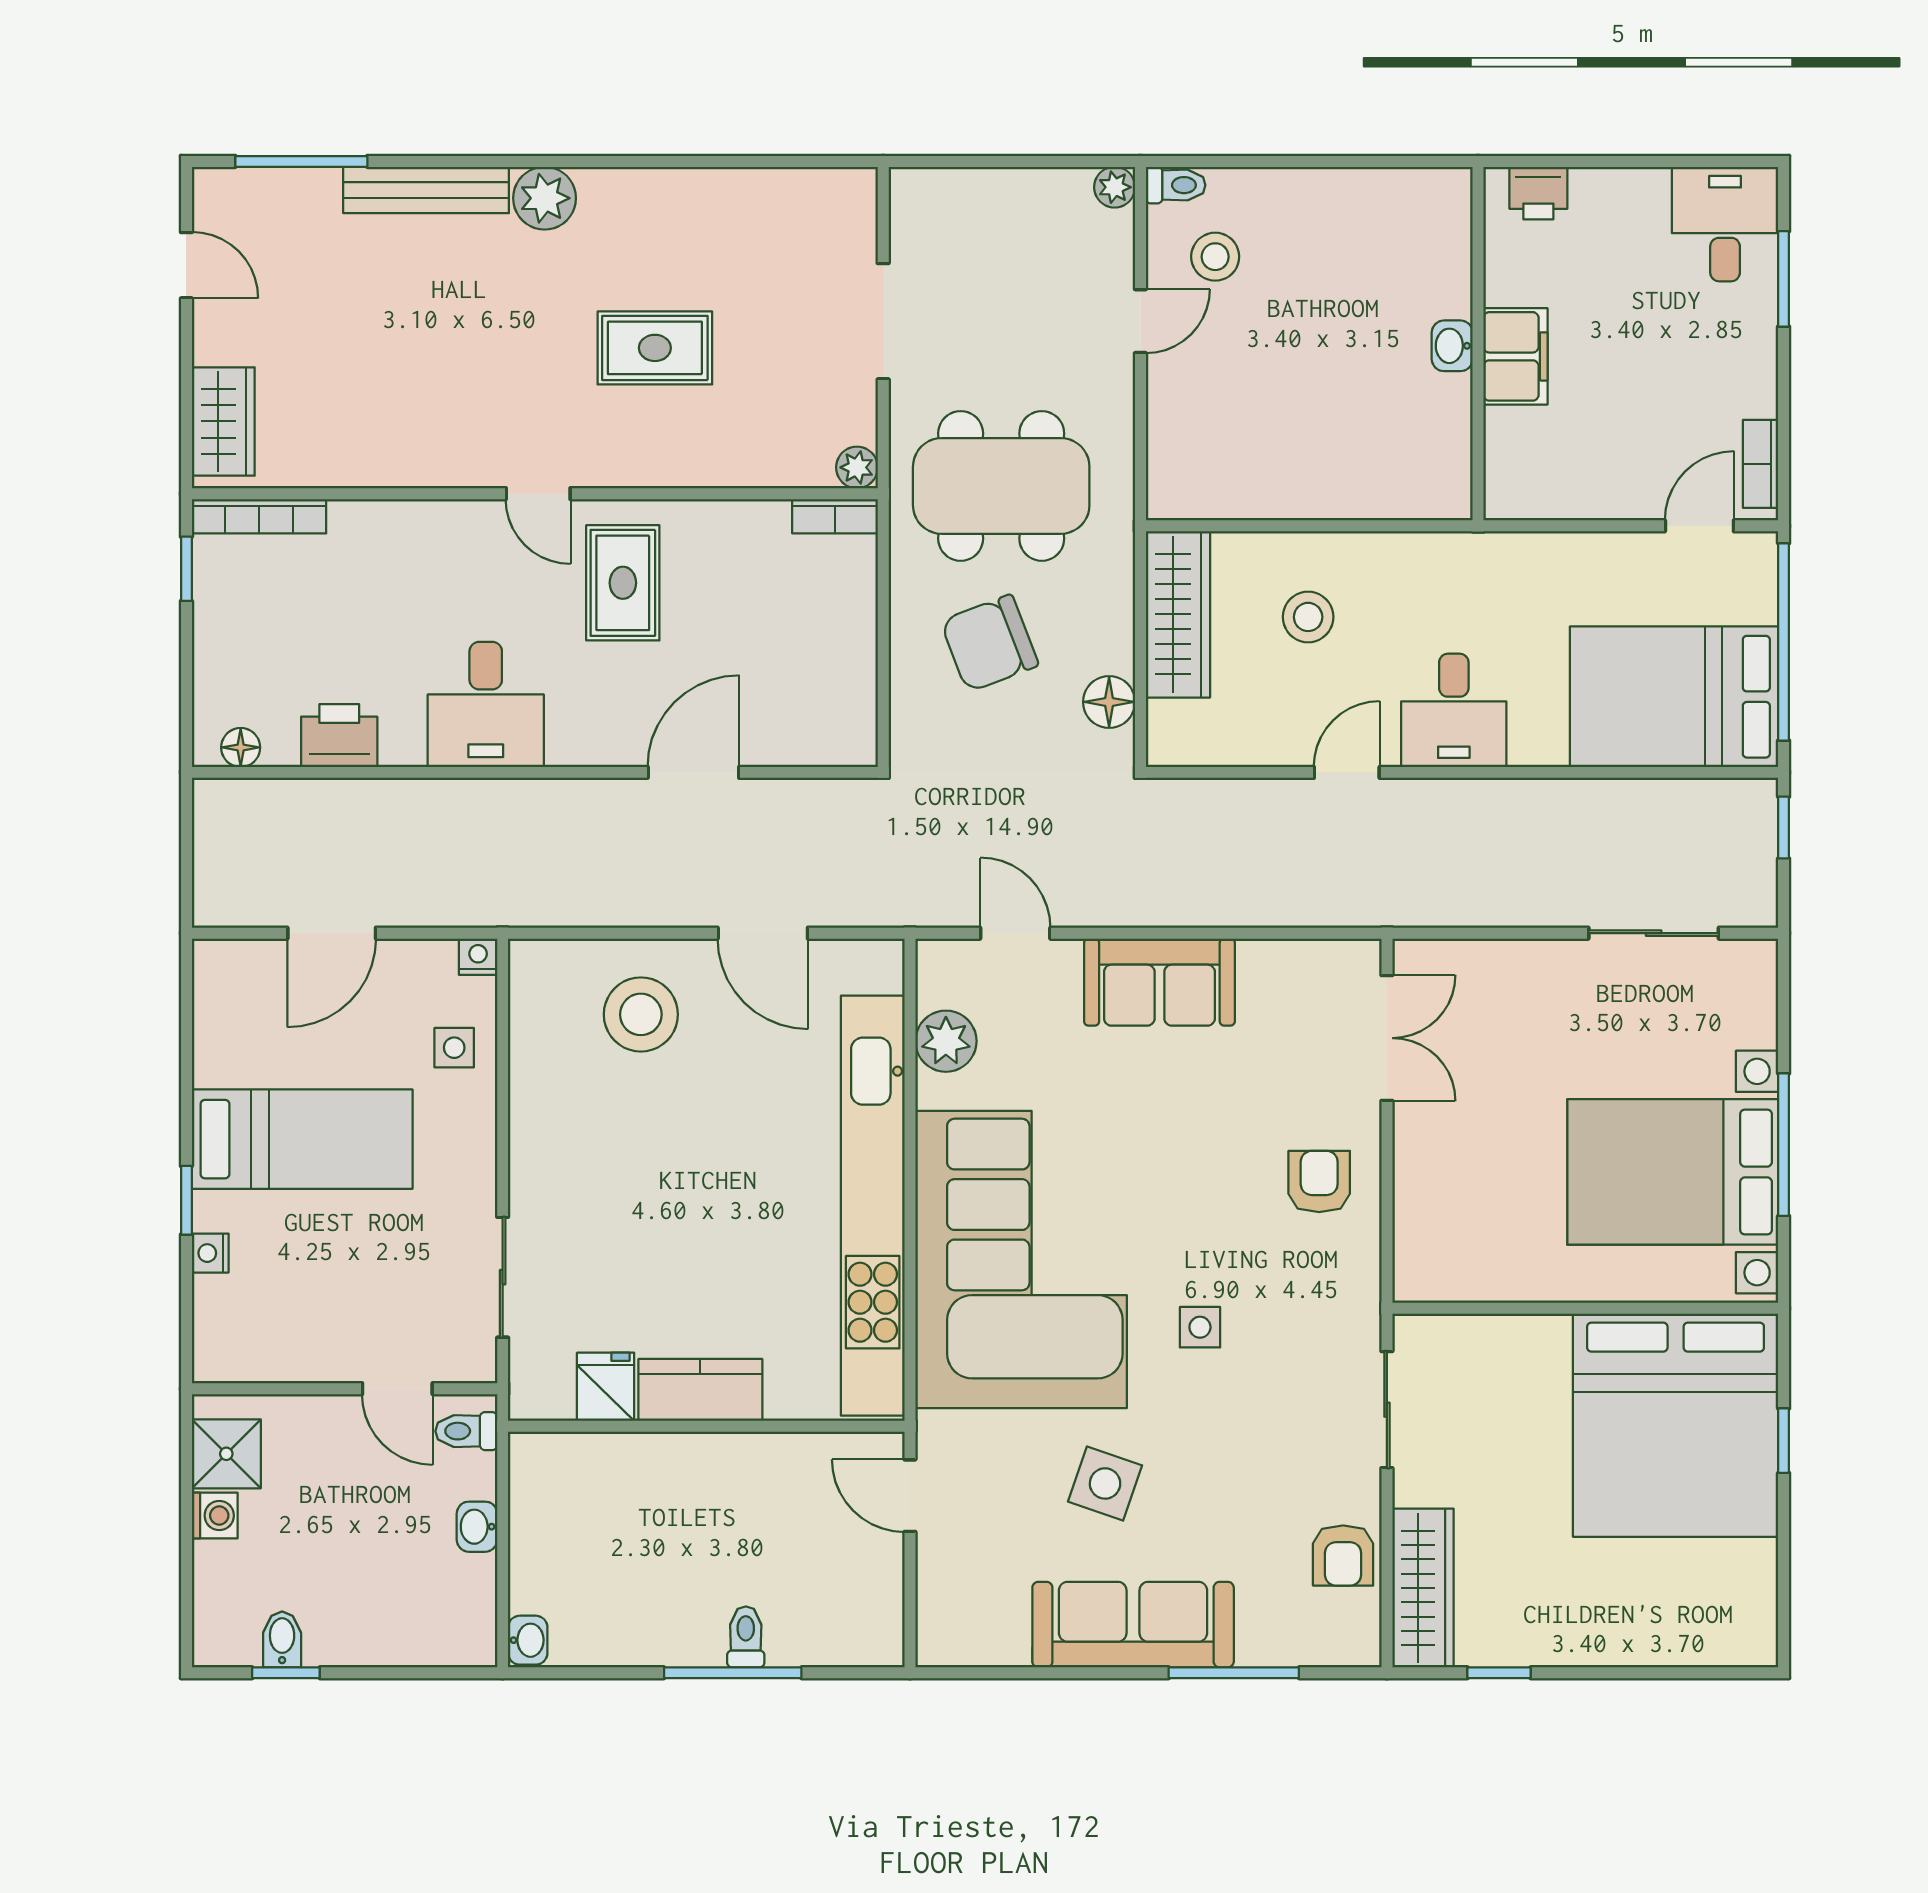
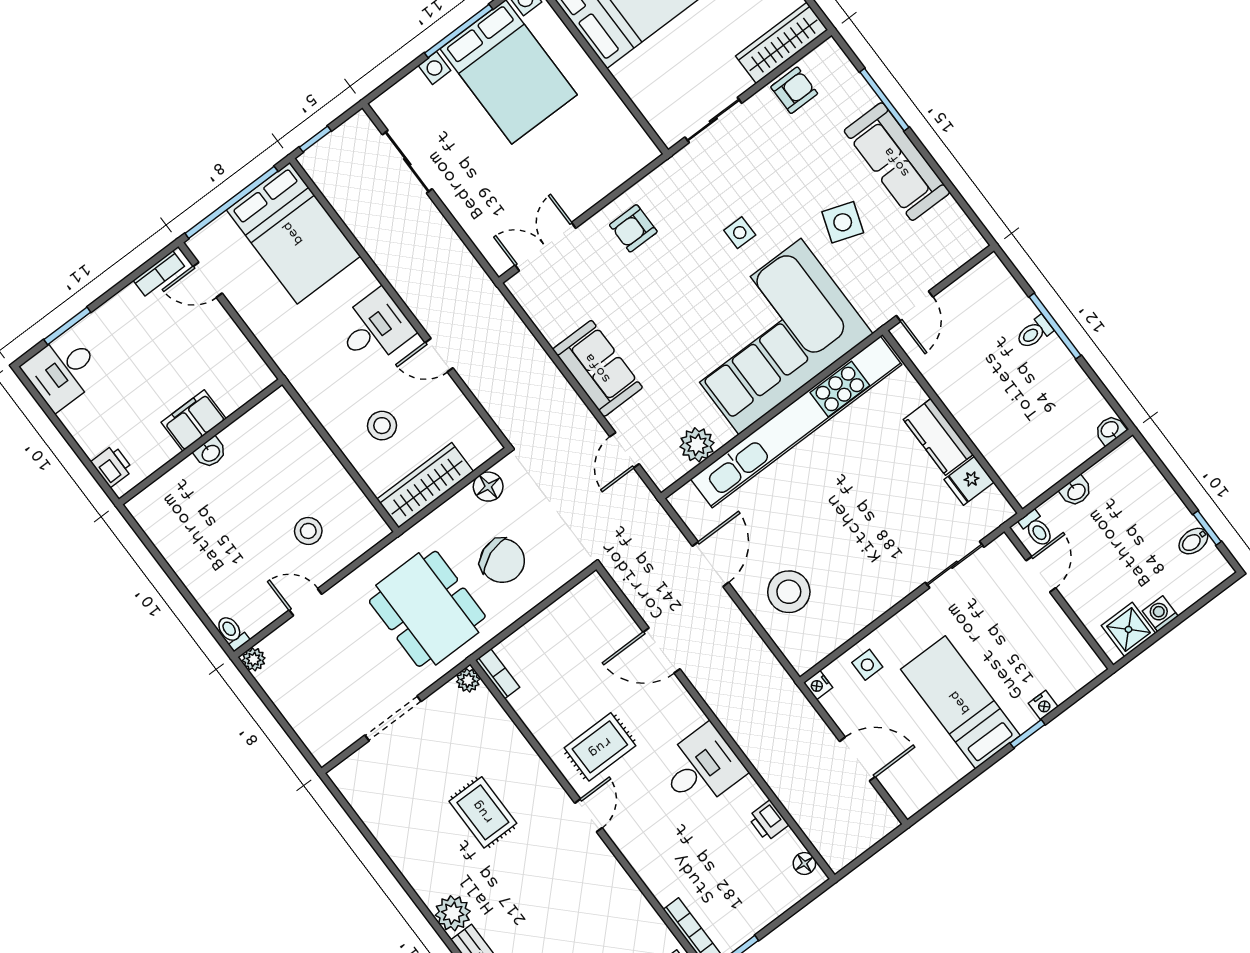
stool: (1215, 257) -> (308, 531), moved
printer: (339, 736) -> (768, 821), width x0.73, depth x0.81

